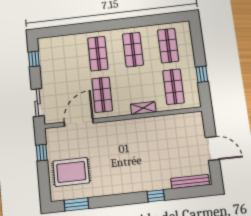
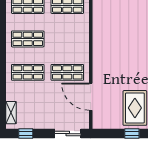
shelving: (143, 108) -> (11, 113), moved
window: (42, 153) -> (132, 134), moved

